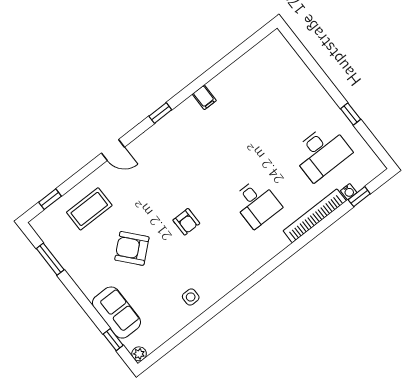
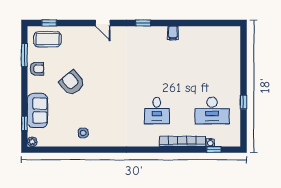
coffee table: (89, 209) -> (48, 39), moved
armchair: (186, 222) -> (37, 69), moved, turned -90

